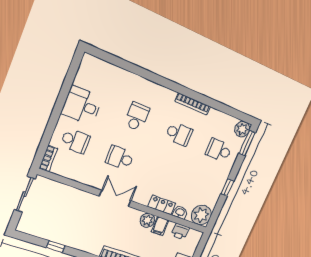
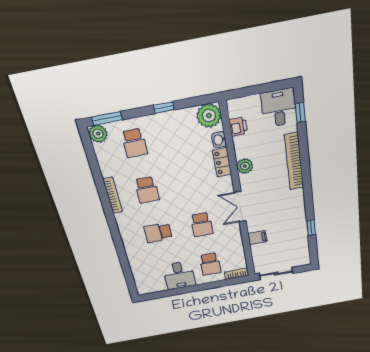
school desk: (179, 134) -> (147, 190), turned 180
school desk: (75, 141) -> (210, 264), turned 180
filing cabinet: (160, 226) -> (257, 238), moved

